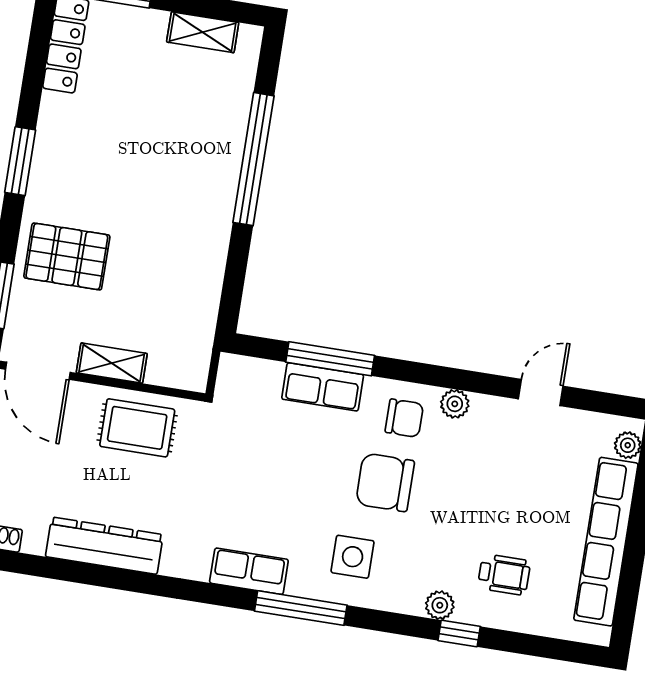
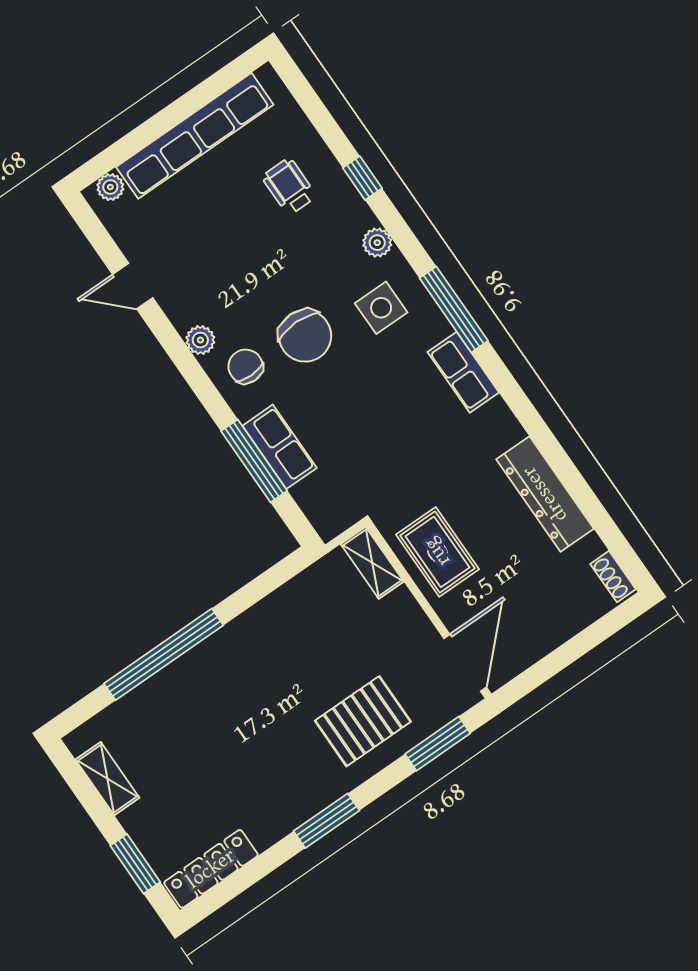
pallet: (67, 256) -> (363, 721), turned 90
shelving: (112, 363) -> (372, 563), moved
plant: (440, 605) -> (377, 243), moved

